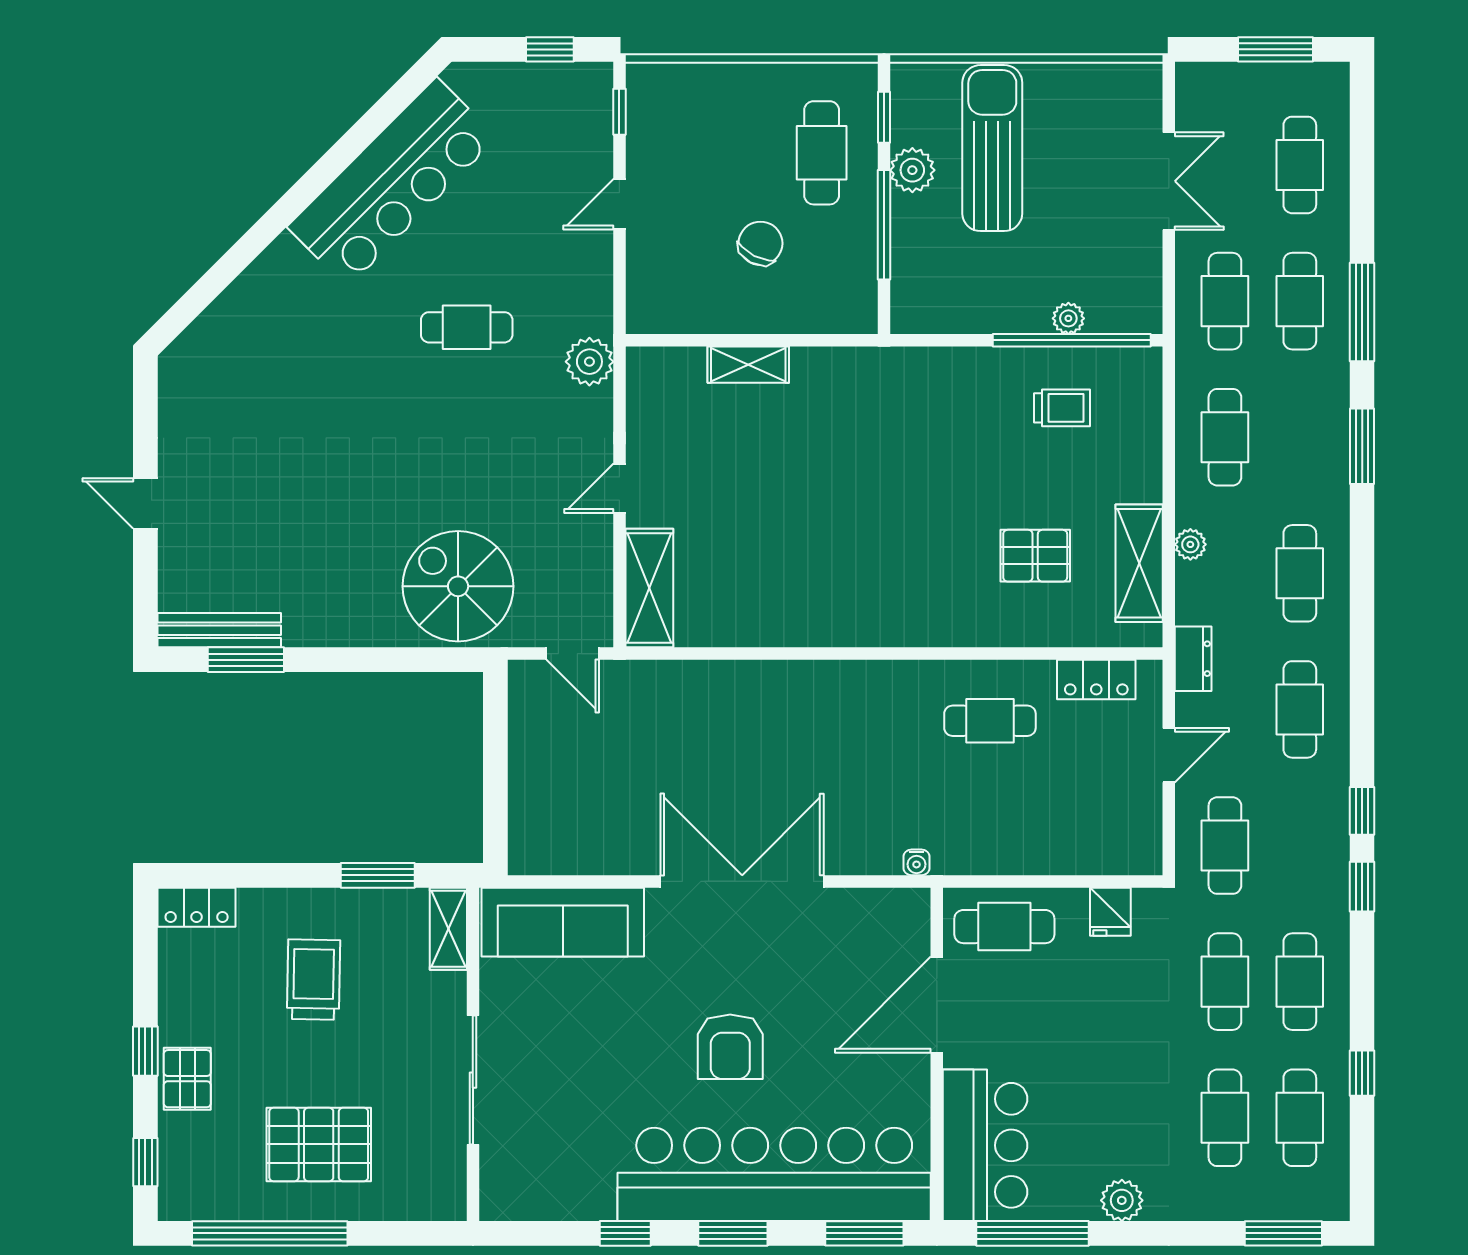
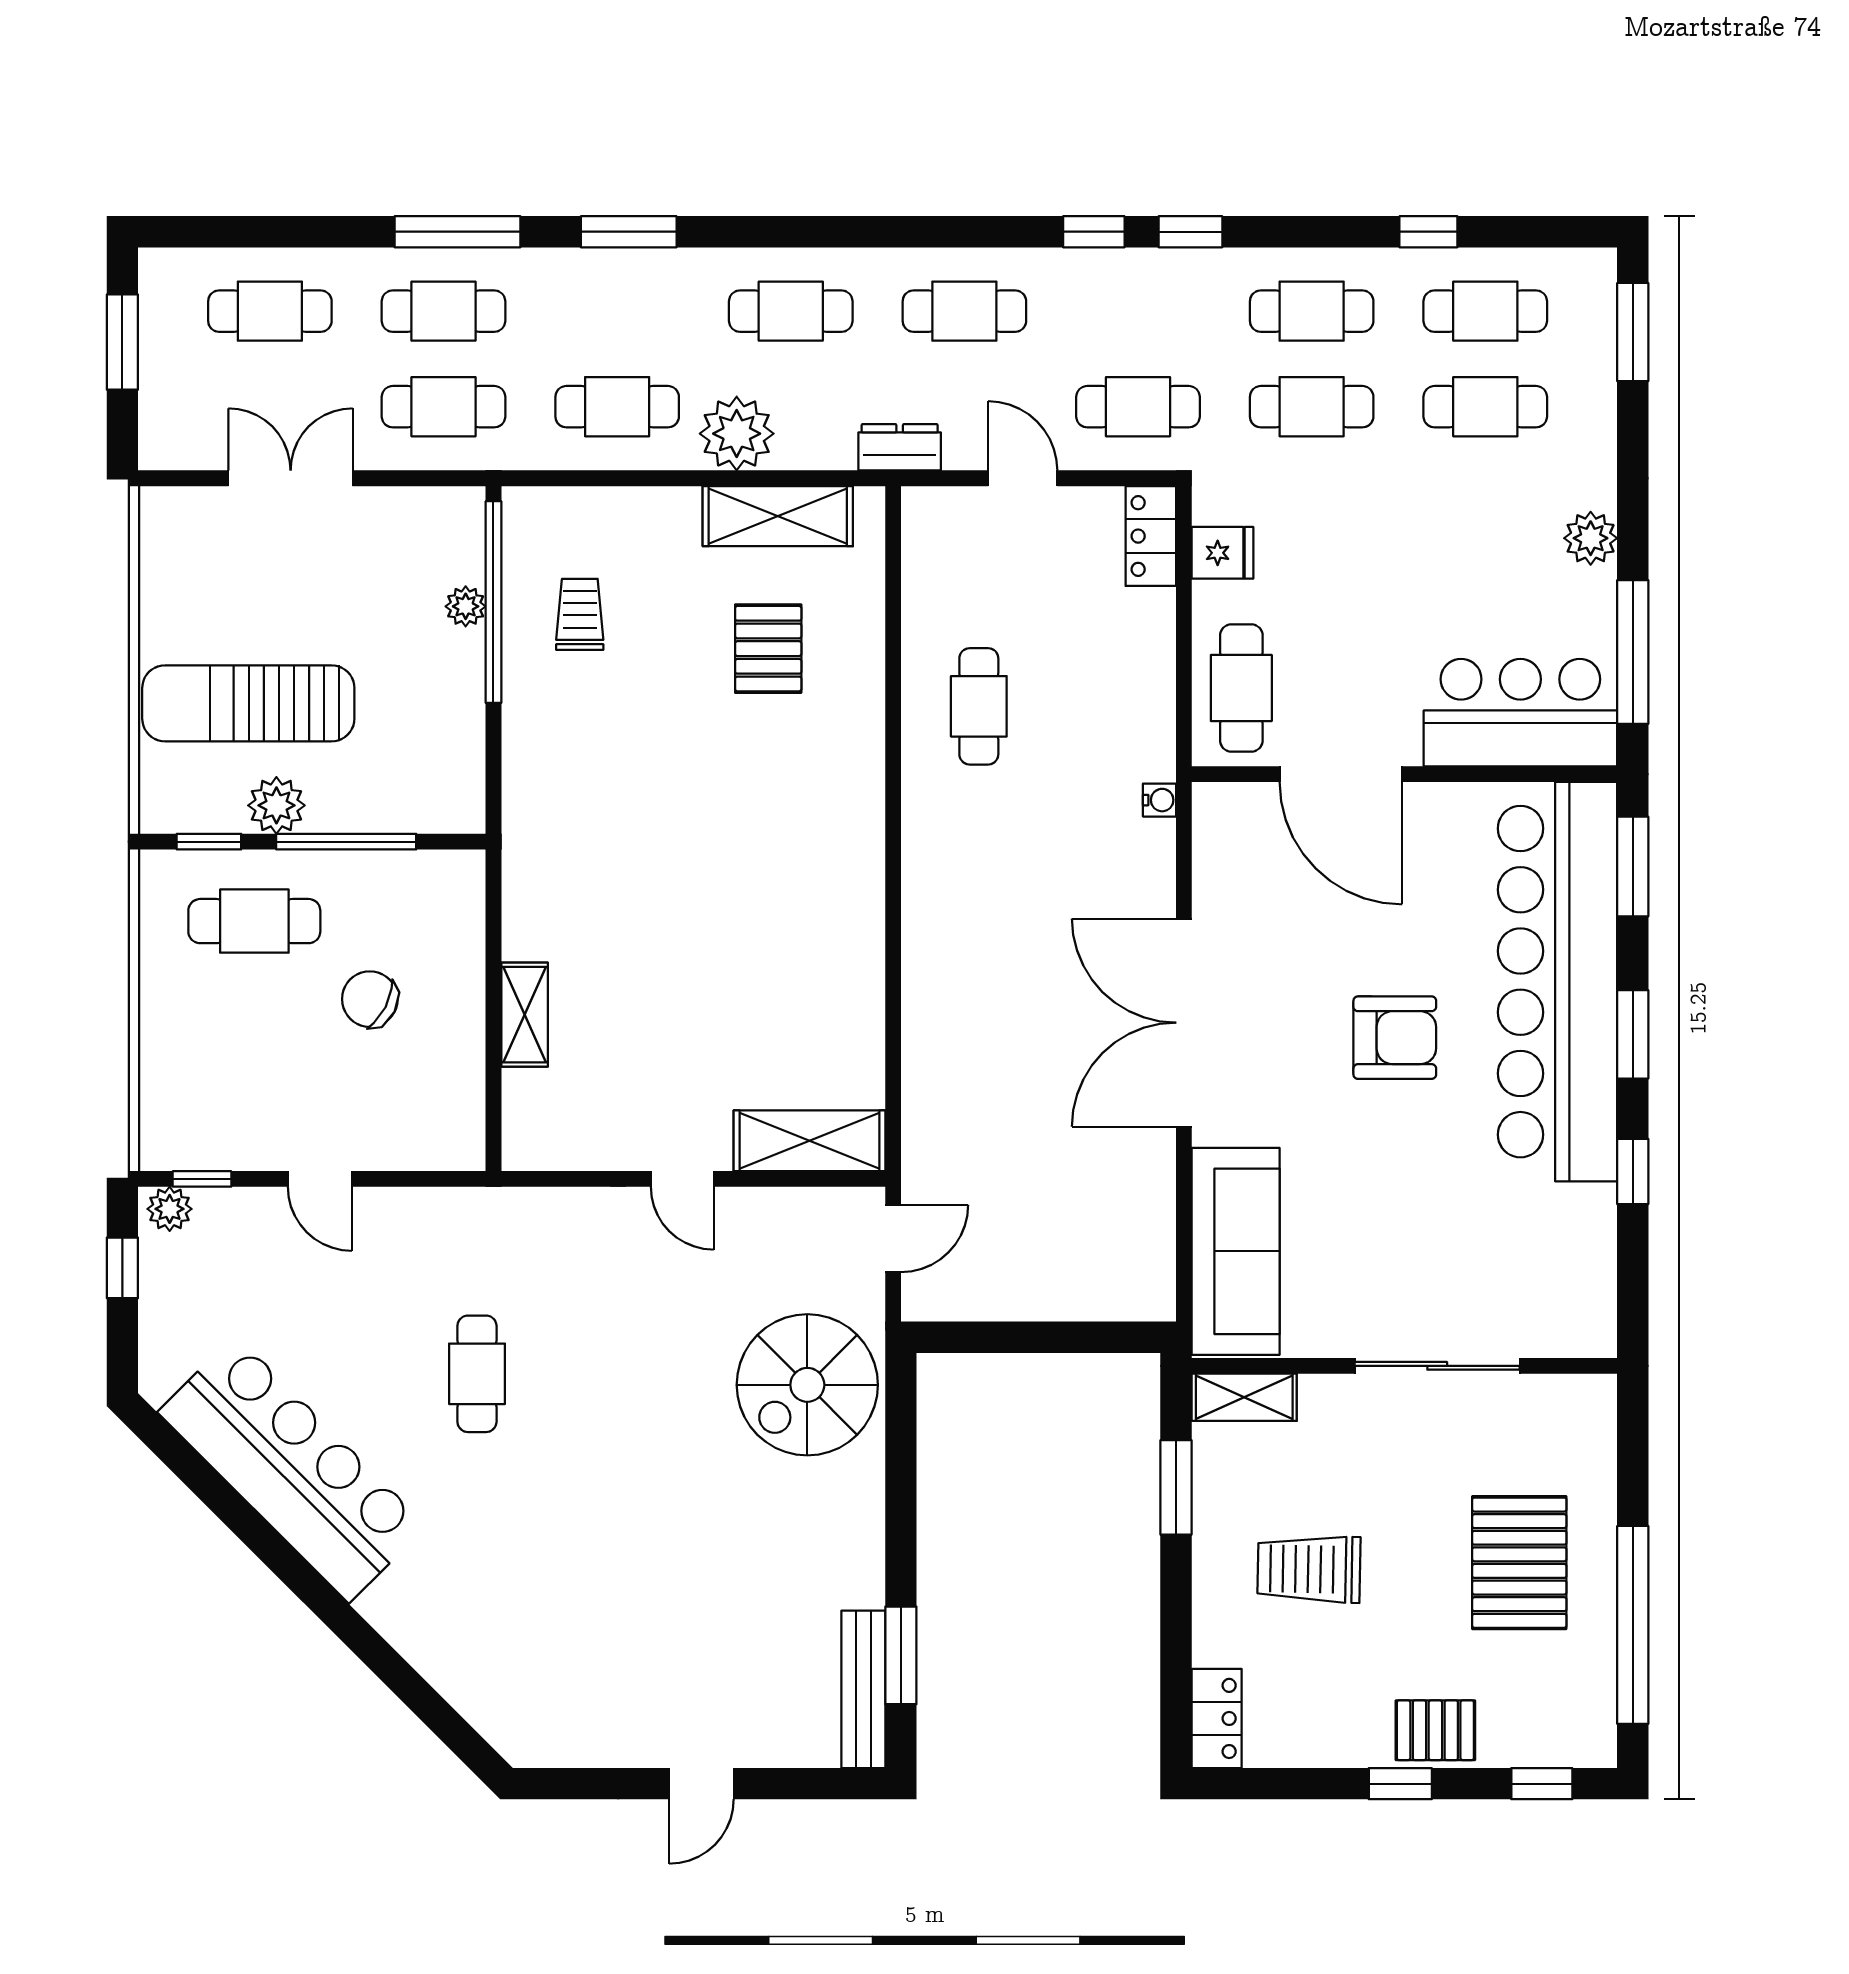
plant: (589, 362) -> (170, 1209), moved, width x0.73, depth x0.73
plant: (1190, 544) -> (737, 434), width x1.88, depth x1.88
locker: (1096, 679) -> (1151, 536), moved, turned 180

